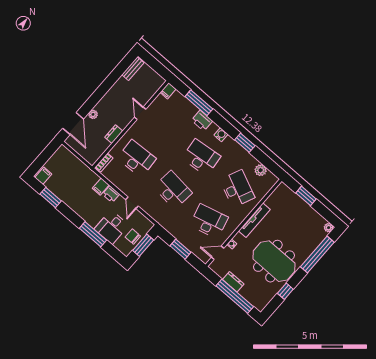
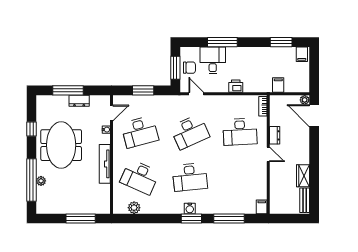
wardrobe: (119, 87) -> (303, 176), added
door: (140, 113) -> (268, 154), moved
plant: (93, 114) -> (305, 100), moved
printer: (202, 121) -> (214, 207), removed
window: (245, 143) -> (191, 218), moved
filing cabinet: (101, 187) -> (278, 85), moved
desk: (173, 190) -> (190, 132), turned -30
window: (306, 196) -> (81, 218), width x1.44
door: (132, 203) -> (196, 94), moved
plant: (329, 228) -> (41, 181), moved
meeting table: (274, 261) -> (61, 145), turned 90
window: (235, 296) -> (68, 90), width x0.68

